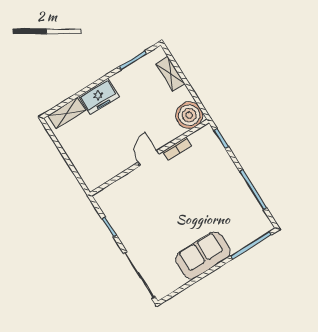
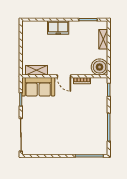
shelving: (67, 113) -> (36, 70), moved
door: (148, 158) -> (64, 76), swing flipped
sofa: (203, 255) -> (38, 87), moved, turned 180

